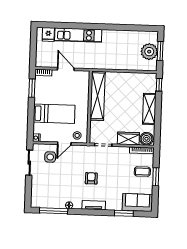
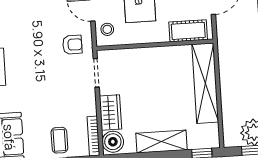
cot: (83, 86) -> (188, 31), added
shelving: (98, 96) -> (205, 83), moved, turned 90
armchair: (91, 178) -> (72, 45), moved

